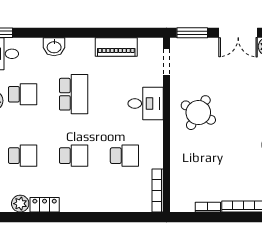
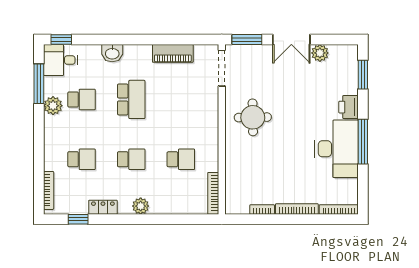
doorway: (167, 62) -> (222, 68), width x1.38
desk: (146, 104) -> (201, 109), removed
round table: (198, 113) -> (253, 117), turned -31
plant: (20, 204) -> (141, 206), moved
window: (19, 217) -> (78, 219), added

